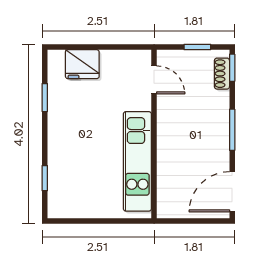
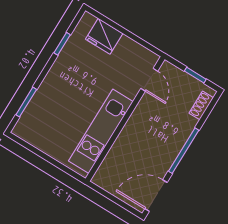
window: (232, 68) -> (211, 106), removed
window: (232, 130) -> (184, 151), width x1.44
window: (45, 178) -> (26, 102), width x1.50

